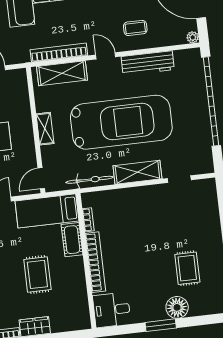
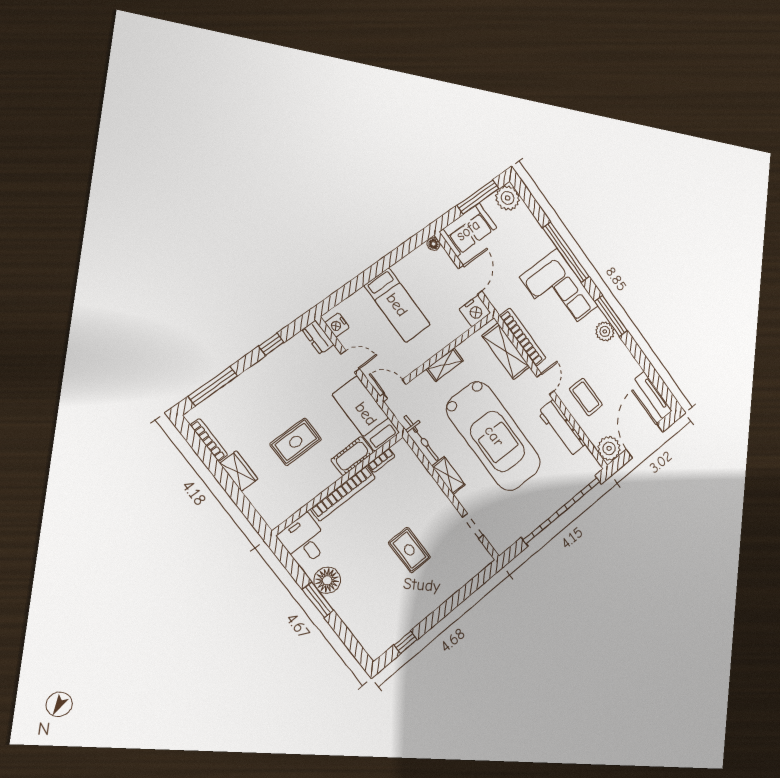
coffee table: (135, 28) -> (586, 397), width x1.36, depth x1.30
plant: (193, 37) -> (609, 448), width x1.88, depth x1.88
nightstand: (17, 80) -> (475, 311), added
shelving: (137, 172) -> (449, 476), width x0.67, depth x0.75
rug: (187, 268) -> (409, 550), moved, turned 90
floor lamp: (177, 307) -> (327, 580), moved

